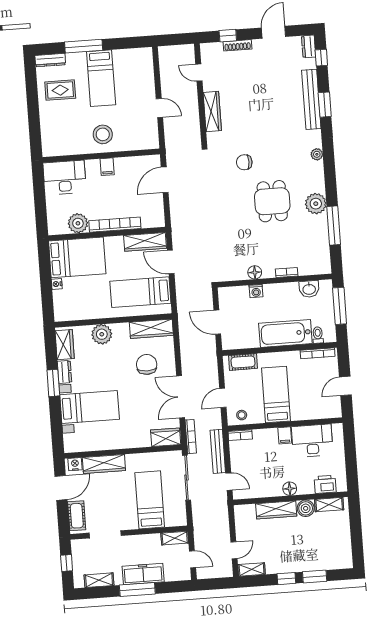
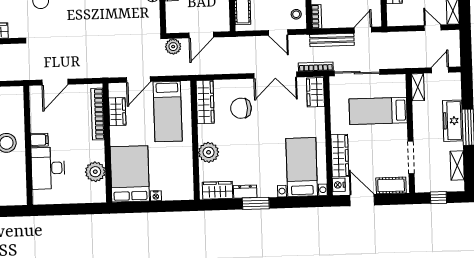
desk: (65, 177) -> (48, 168), moved
door: (165, 180) -> (55, 82), hinge flipped
bookcase: (115, 225) -> (98, 114), moved
wardrobe: (145, 242) -> (117, 112), width x0.67
plant: (205, 295) -> (173, 47), added
bed with nightstands: (90, 407) -> (302, 167), moved

